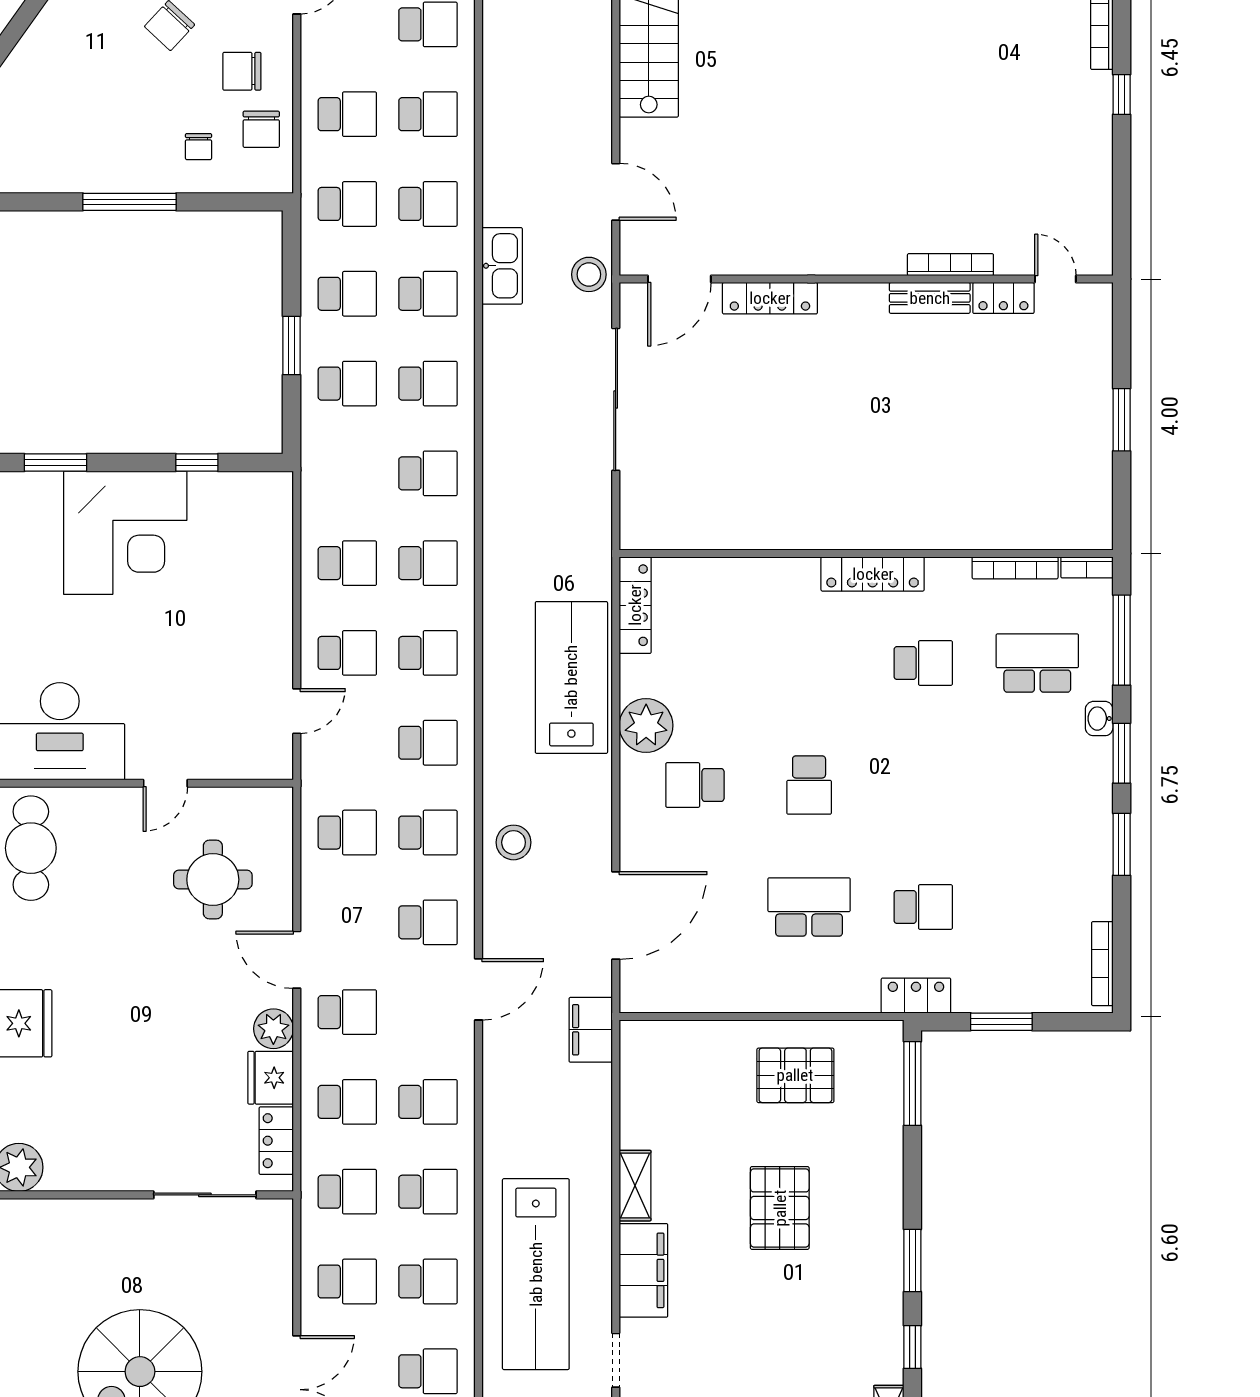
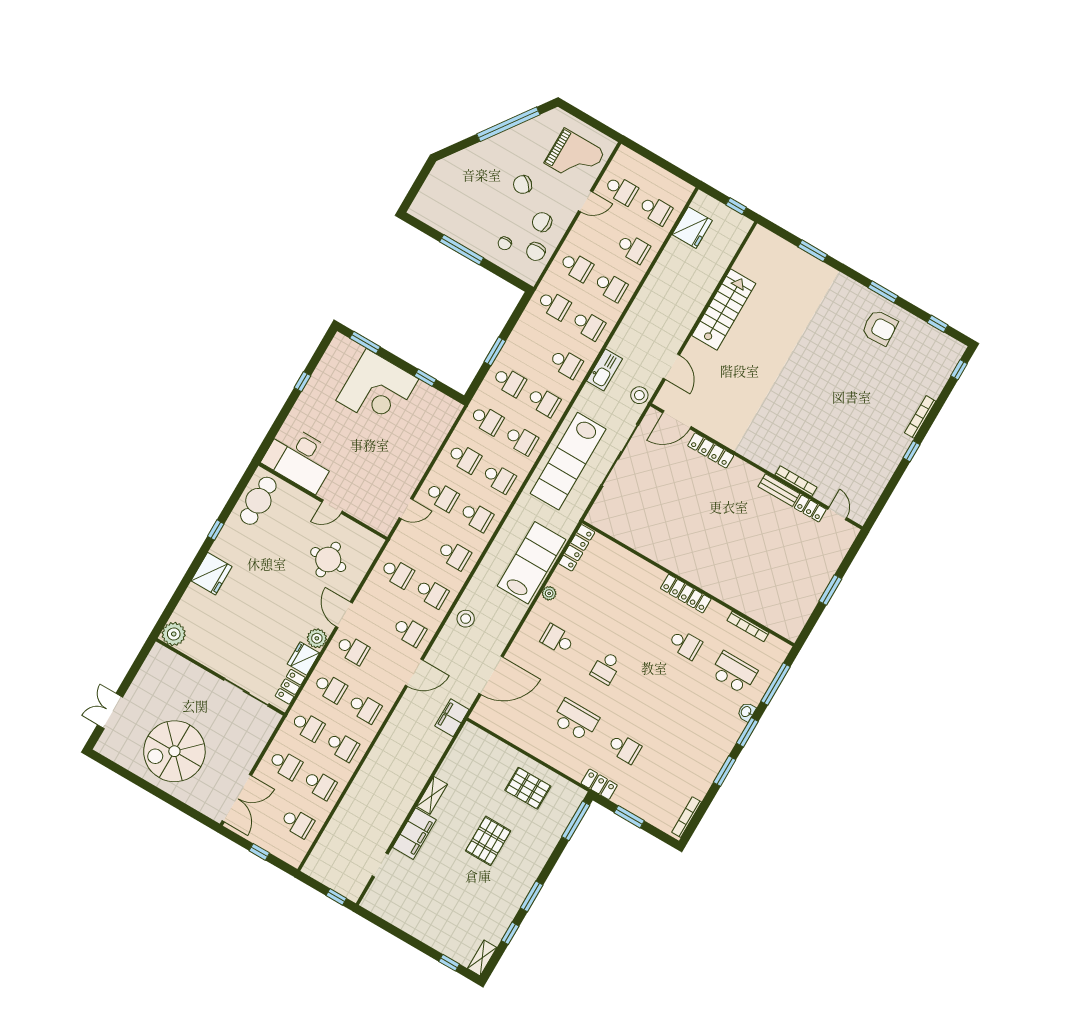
school desk: (347, 294) -> (487, 420), moved
bookcase: (1087, 567) -> (779, 644), removed
plant: (646, 725) -> (549, 593), width x0.53, depth x0.53
lab bench: (536, 1274) -> (568, 461), moved

